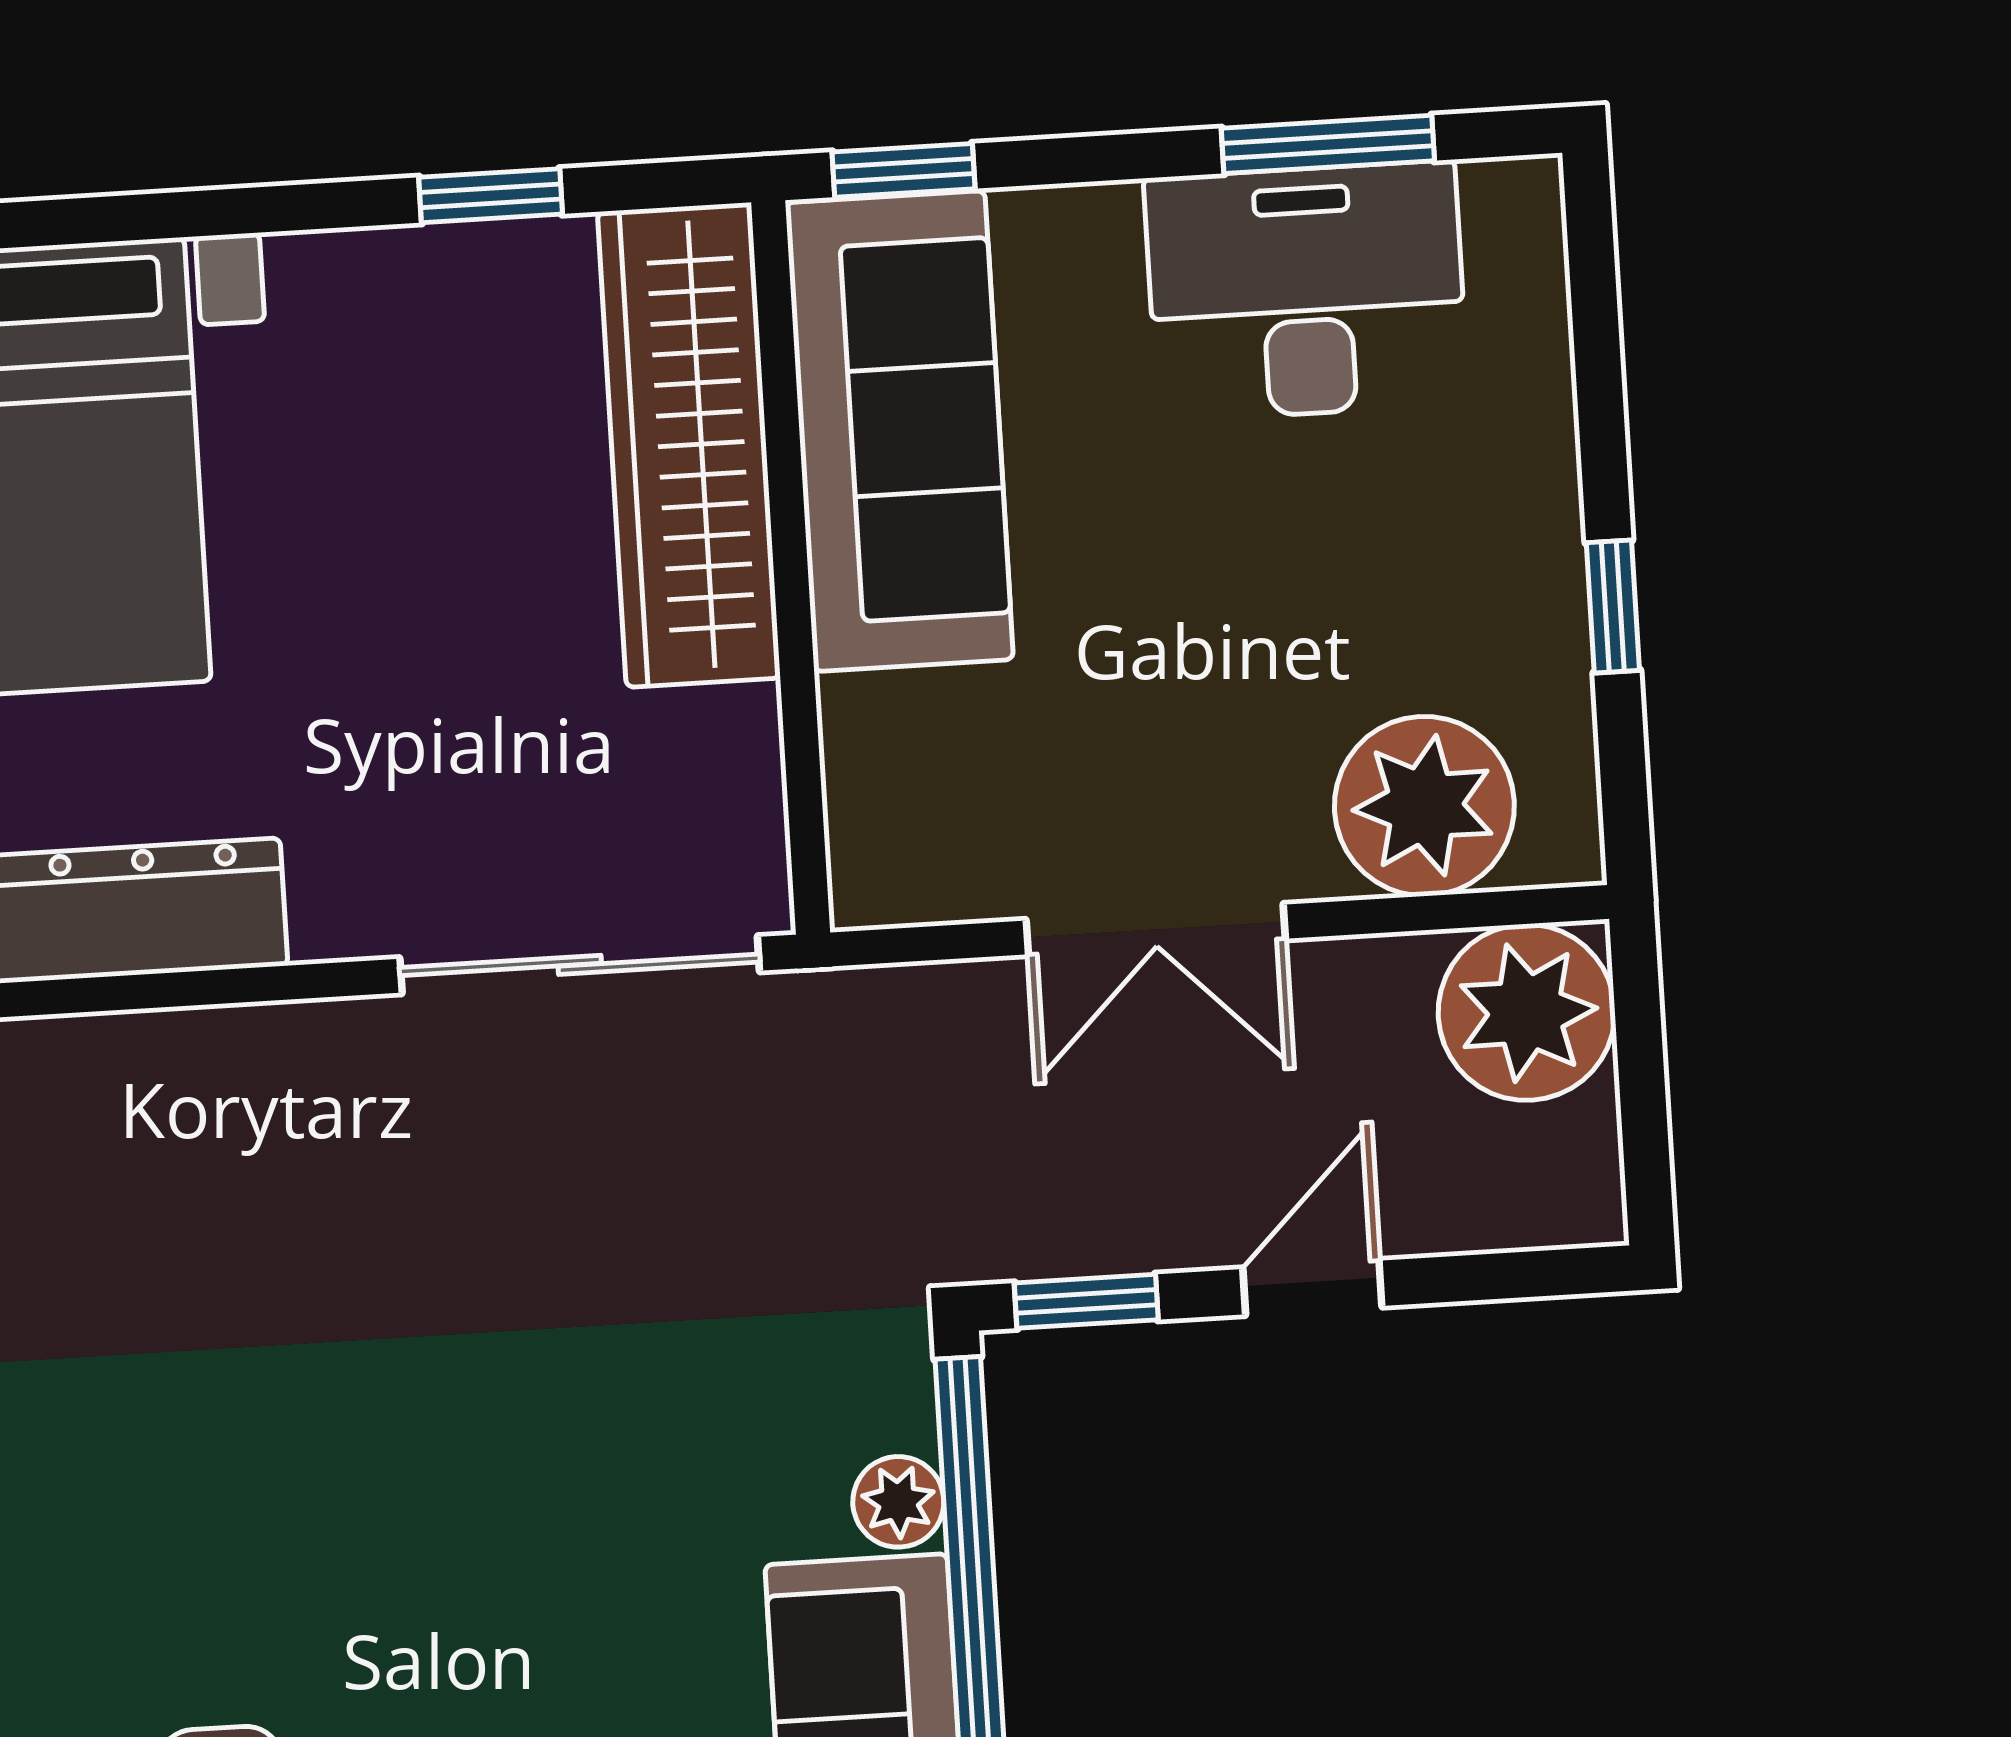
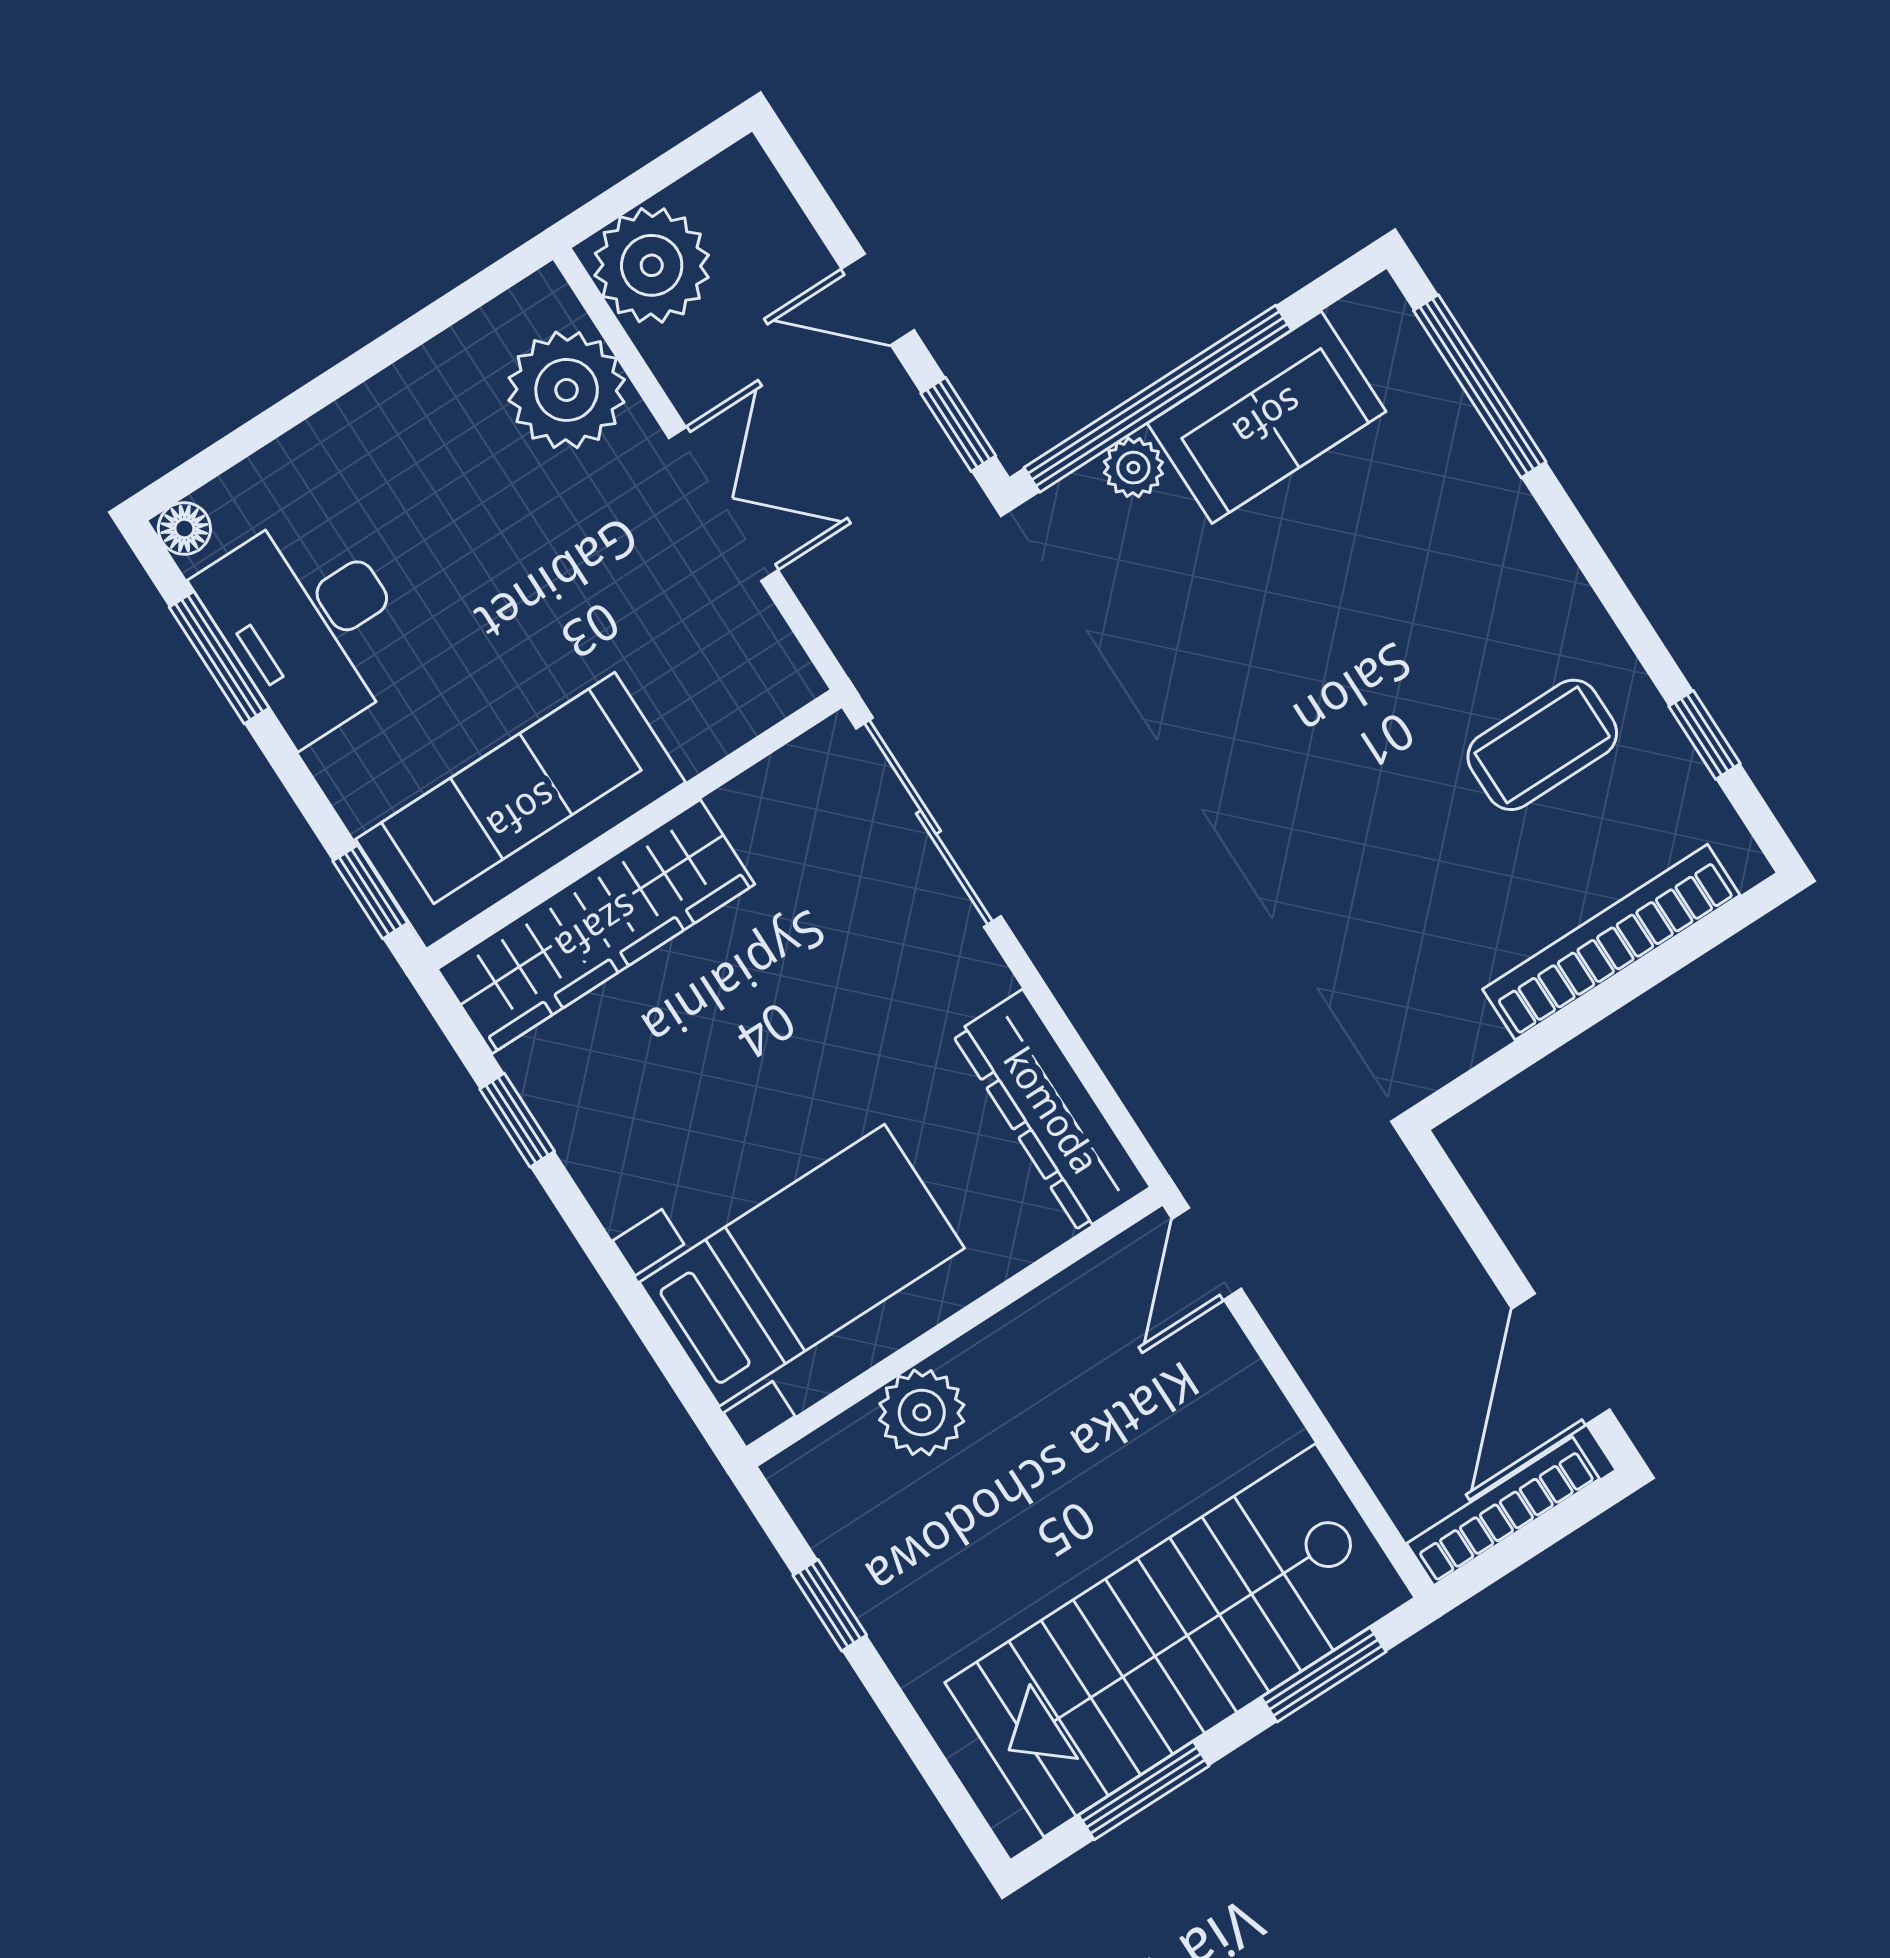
floor lamp: (1525, 195) -> (184, 528), added
window: (1613, 606) -> (392, 346), removed

